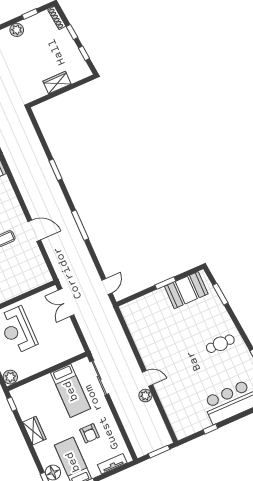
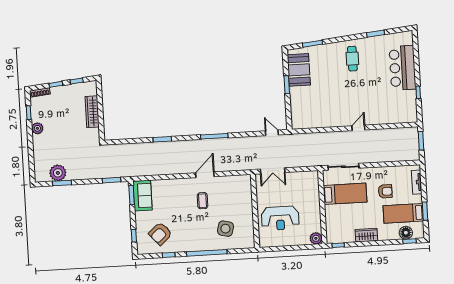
wardrobe: (57, 83) -> (92, 112), width x1.50
plant: (145, 396) -> (372, 135), removed

